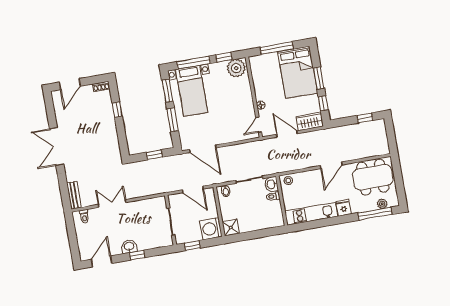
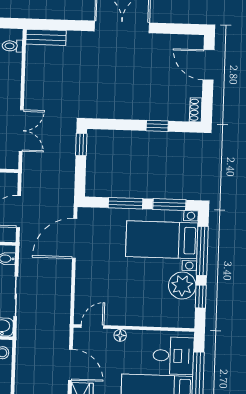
desk: (267, 67) -> (173, 356), added
plant: (236, 68) -> (182, 286), moved
door: (259, 125) -> (93, 327), hinge flipped
door: (287, 134) -> (70, 365), hinge flipped
window: (154, 155) -> (81, 144), moved
double door: (112, 203) -> (21, 131), moved

